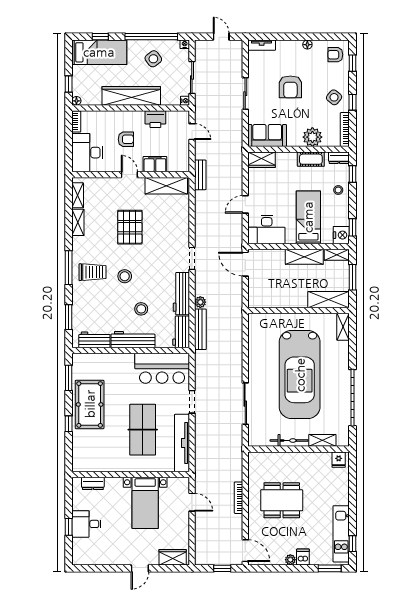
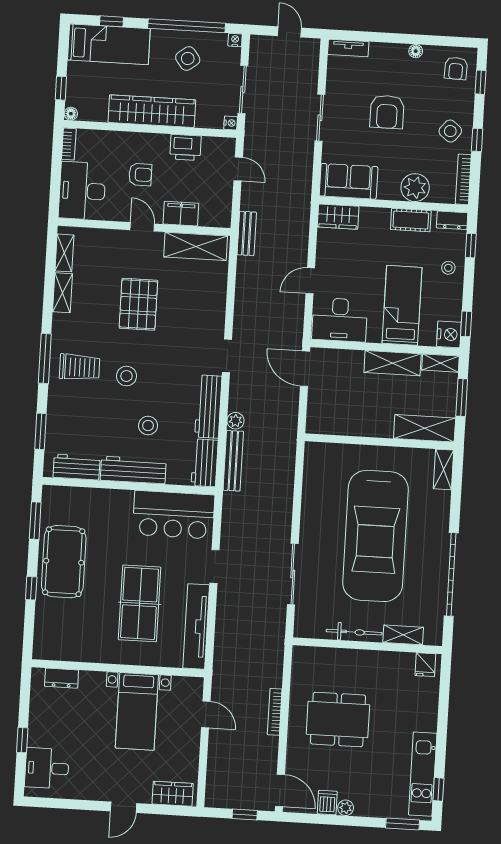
armchair: (335, 55) -> (456, 68), turned -88
desk: (86, 524) -> (47, 768), moved
dishwasher: (303, 557) -> (327, 803), moved

